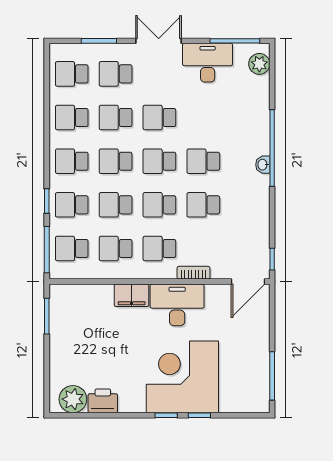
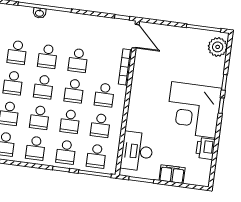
school desk: (203, 118) -> (17, 52), added
washbasin: (263, 165) -> (39, 13), moved
bookcase: (193, 273) -> (125, 67), width x1.56
filing cabinet: (132, 295) -> (172, 174), moved, turned -90
desk: (177, 305) -> (137, 151), moved
corner desk: (182, 377) -> (194, 110), moved
plant: (73, 399) -> (218, 47), moved

